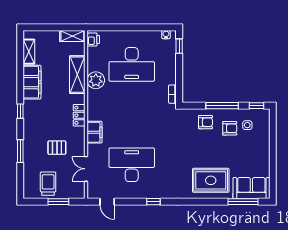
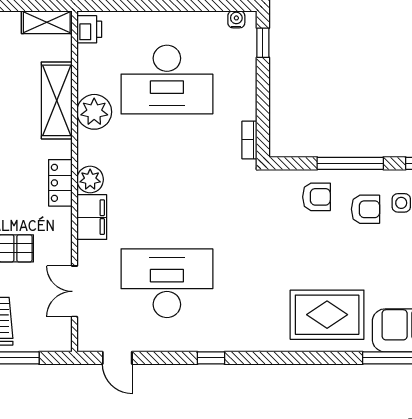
plant: (94, 114) -> (90, 180), added

